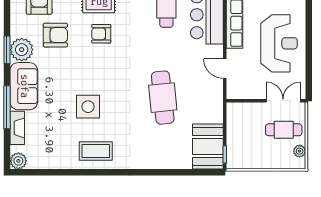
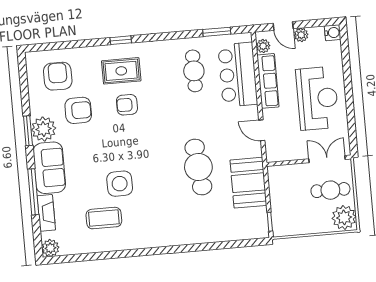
booth: (208, 146) -> (248, 183), moved
coffee table: (96, 151) -> (104, 218), moved
plant: (300, 151) -> (344, 217), width x1.87, depth x1.87

